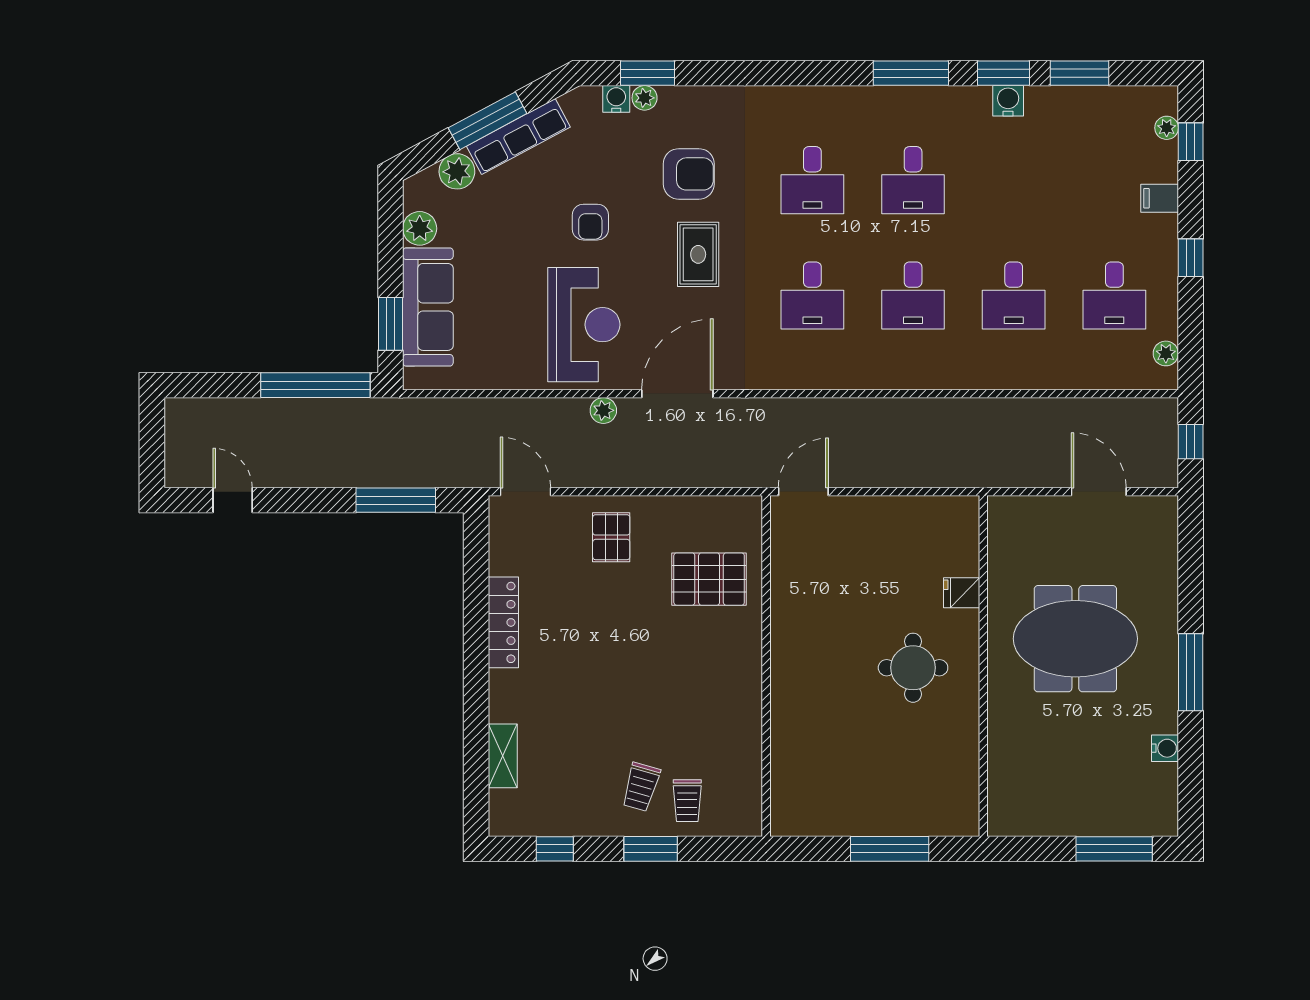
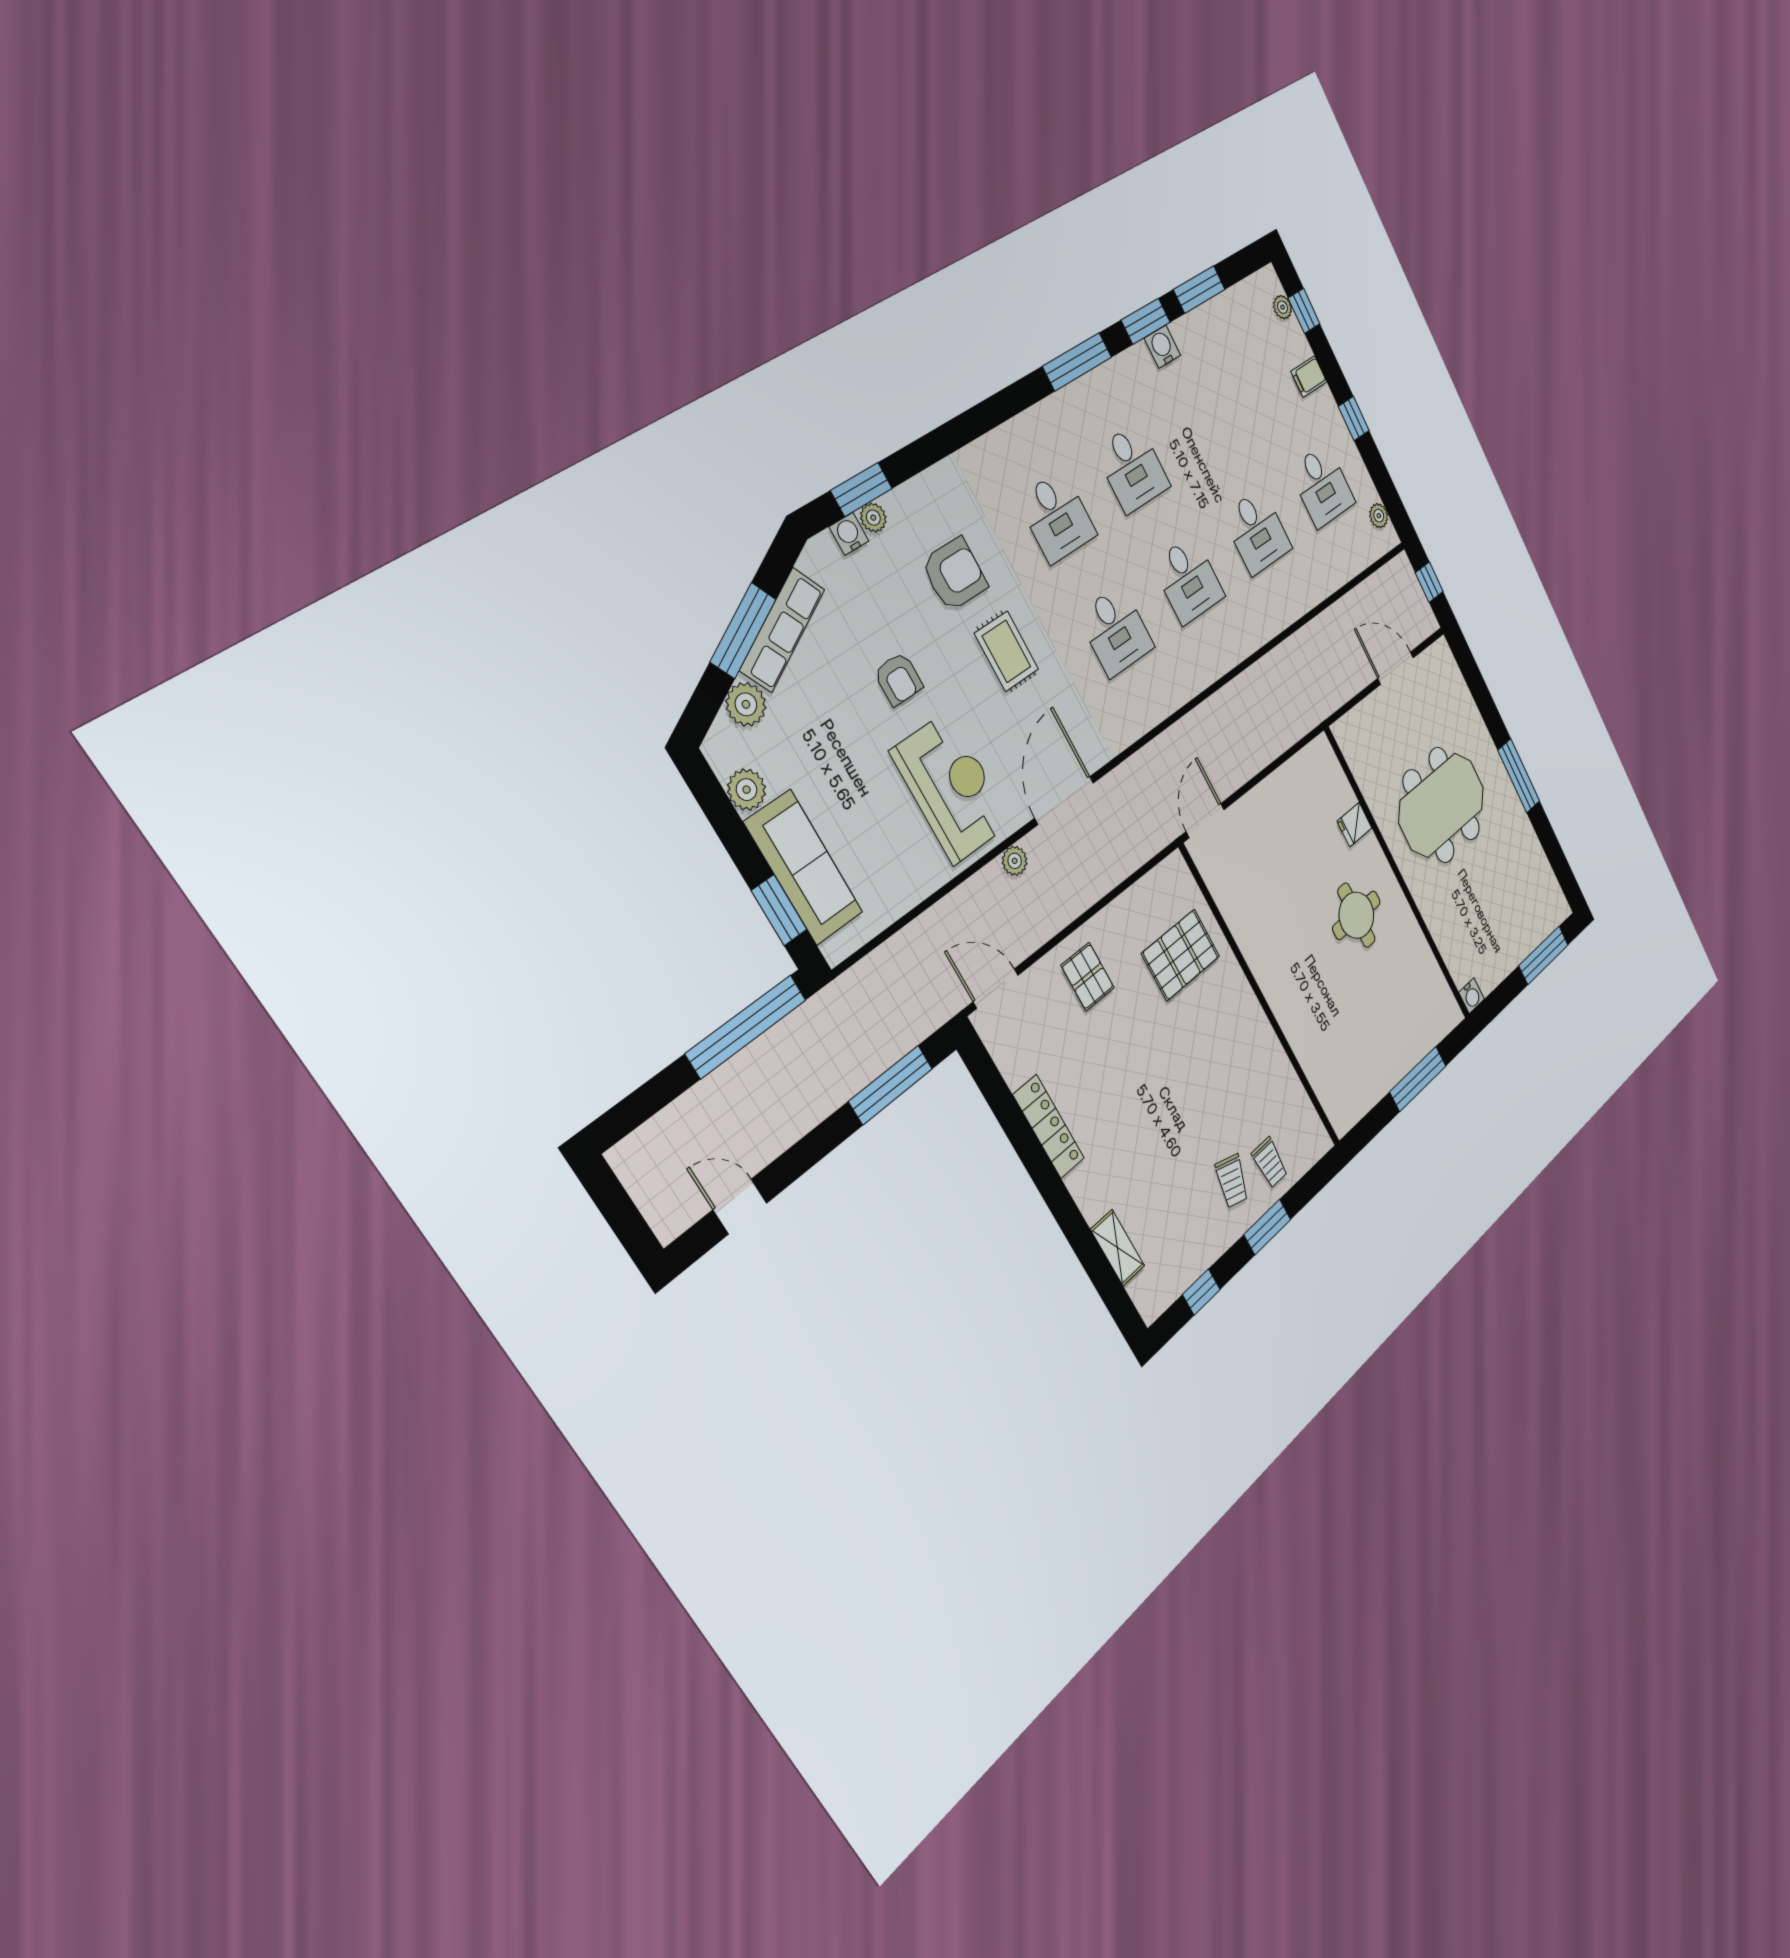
water cooler: (1165, 748) -> (1472, 996), moved, turned 90

